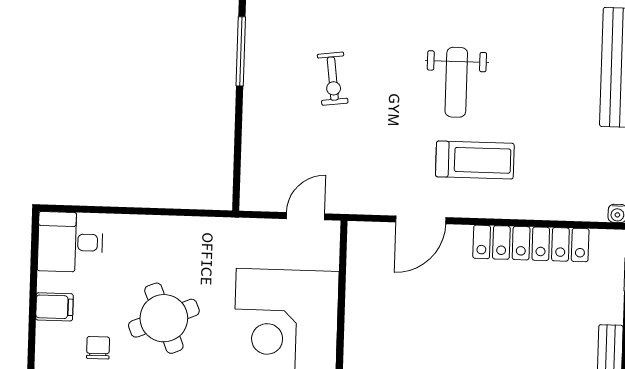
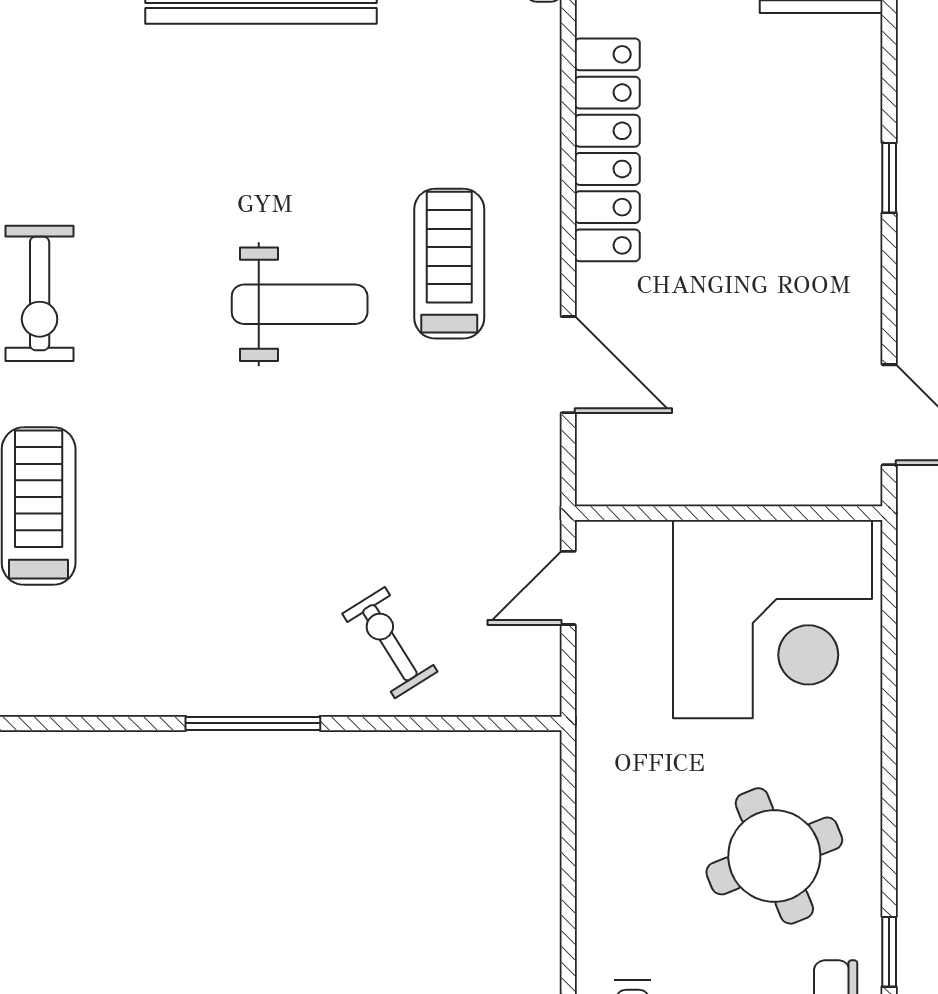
exercise bike: (333, 79) -> (390, 643), moved, turned -115
door: (306, 216) -> (568, 588), hinge flipped

